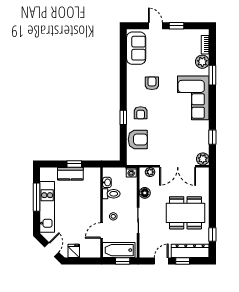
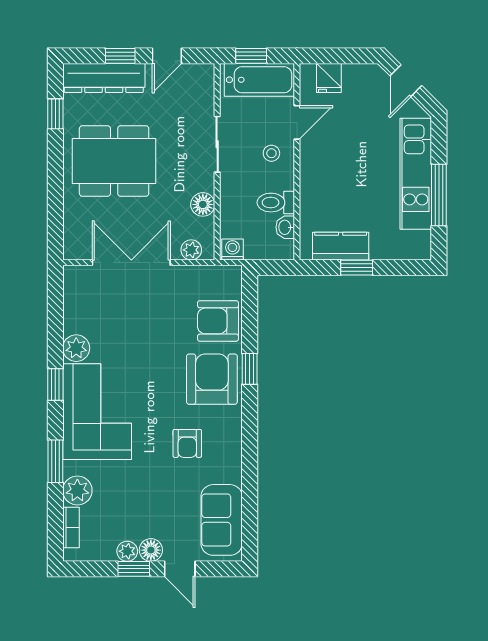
floor lamp: (169, 34) -> (151, 550), added
plant: (179, 34) -> (127, 551), added
armchair: (141, 113) -> (212, 379), width x1.88, depth x1.88
window: (212, 137) -> (55, 385), moved
plant: (203, 159) -> (76, 348), moved
kitchen counter: (70, 174) -> (341, 246), moved
fridge: (74, 251) -> (329, 78), moved

